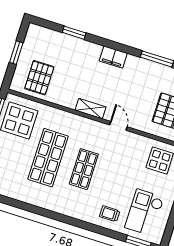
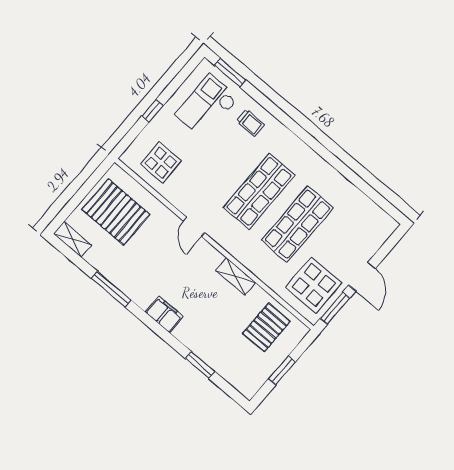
shelving: (91, 109) -> (236, 277), moved
shop shelf: (84, 169) -> (259, 191), width x1.43, depth x1.36
checkout: (144, 212) -> (207, 106), turned 180

